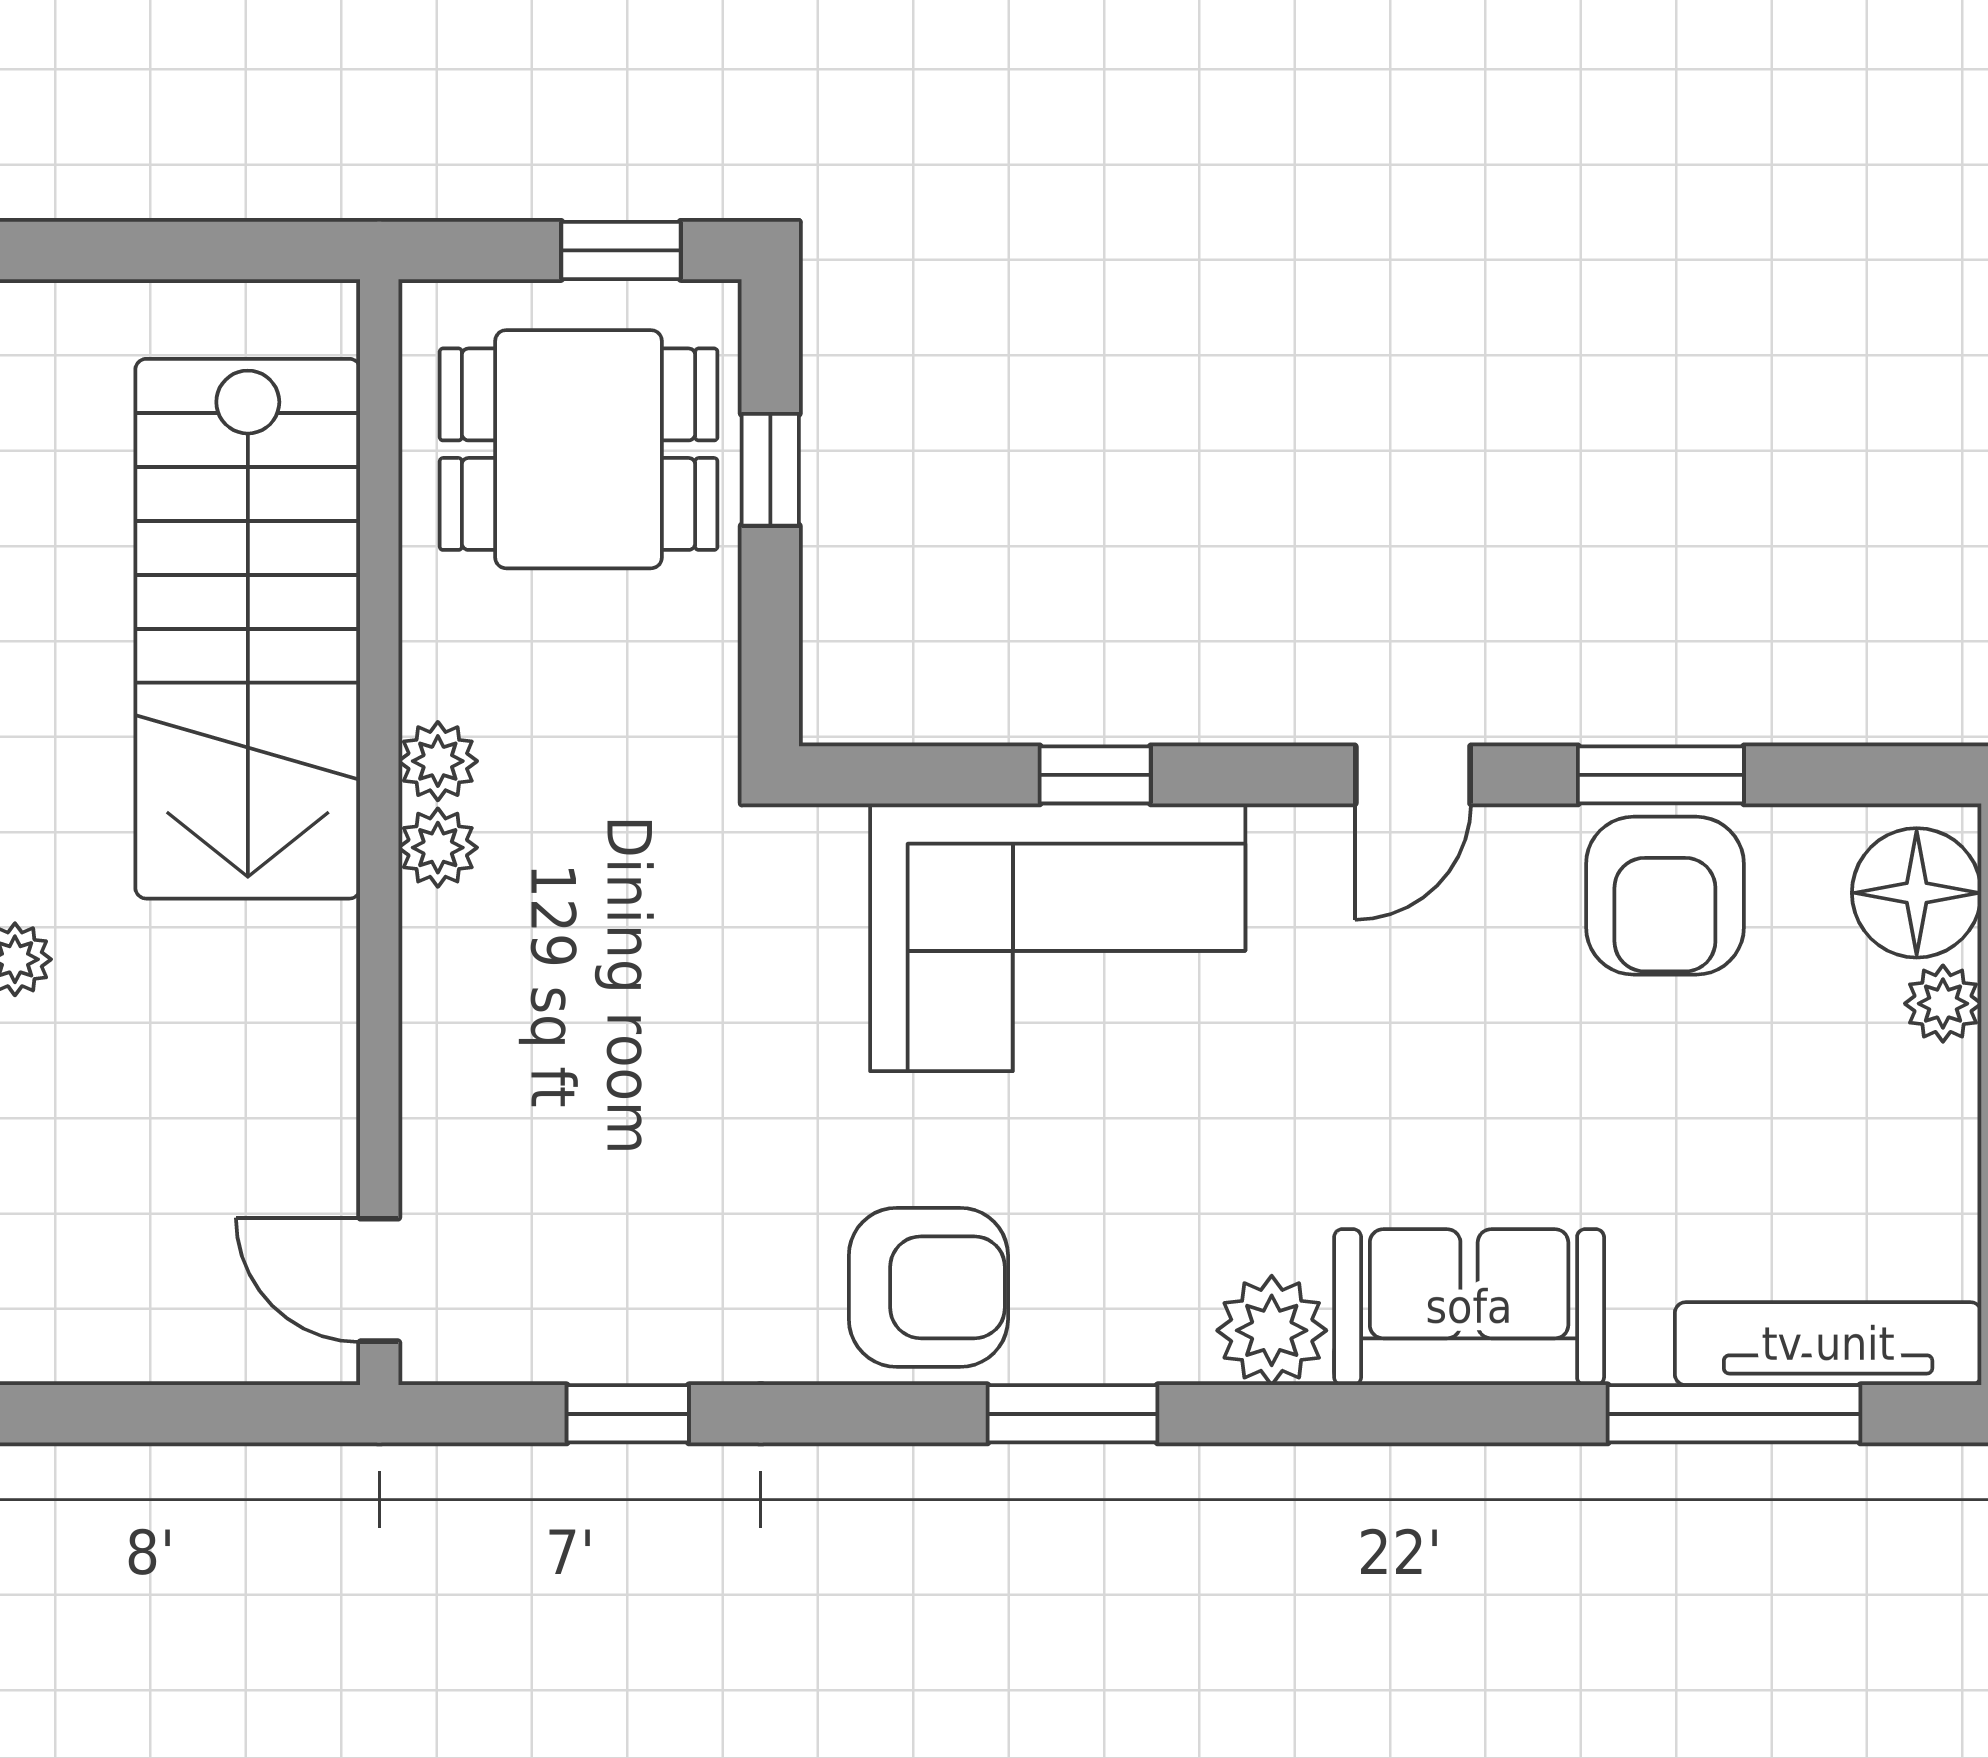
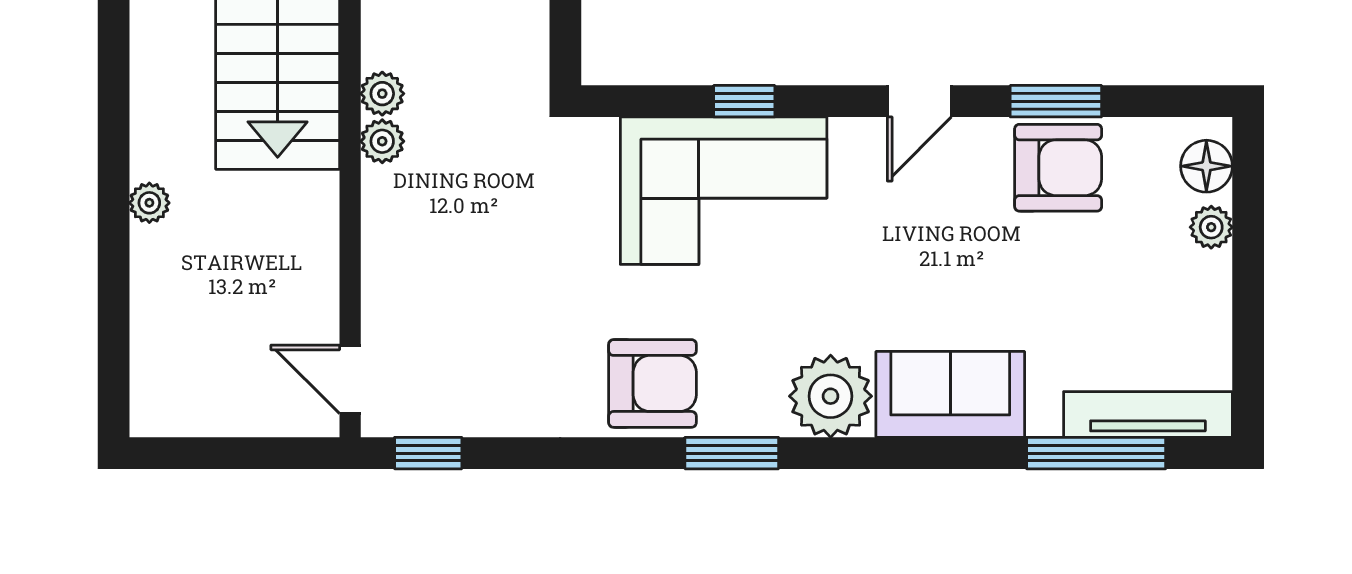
floor lamp: (1917, 893) -> (1206, 166), width x0.73, depth x0.73
armchair: (1665, 896) -> (1058, 168), turned -90
plant: (1272, 1330) -> (831, 396), width x1.36, depth x1.36
window: (628, 1414) -> (428, 453), moved

